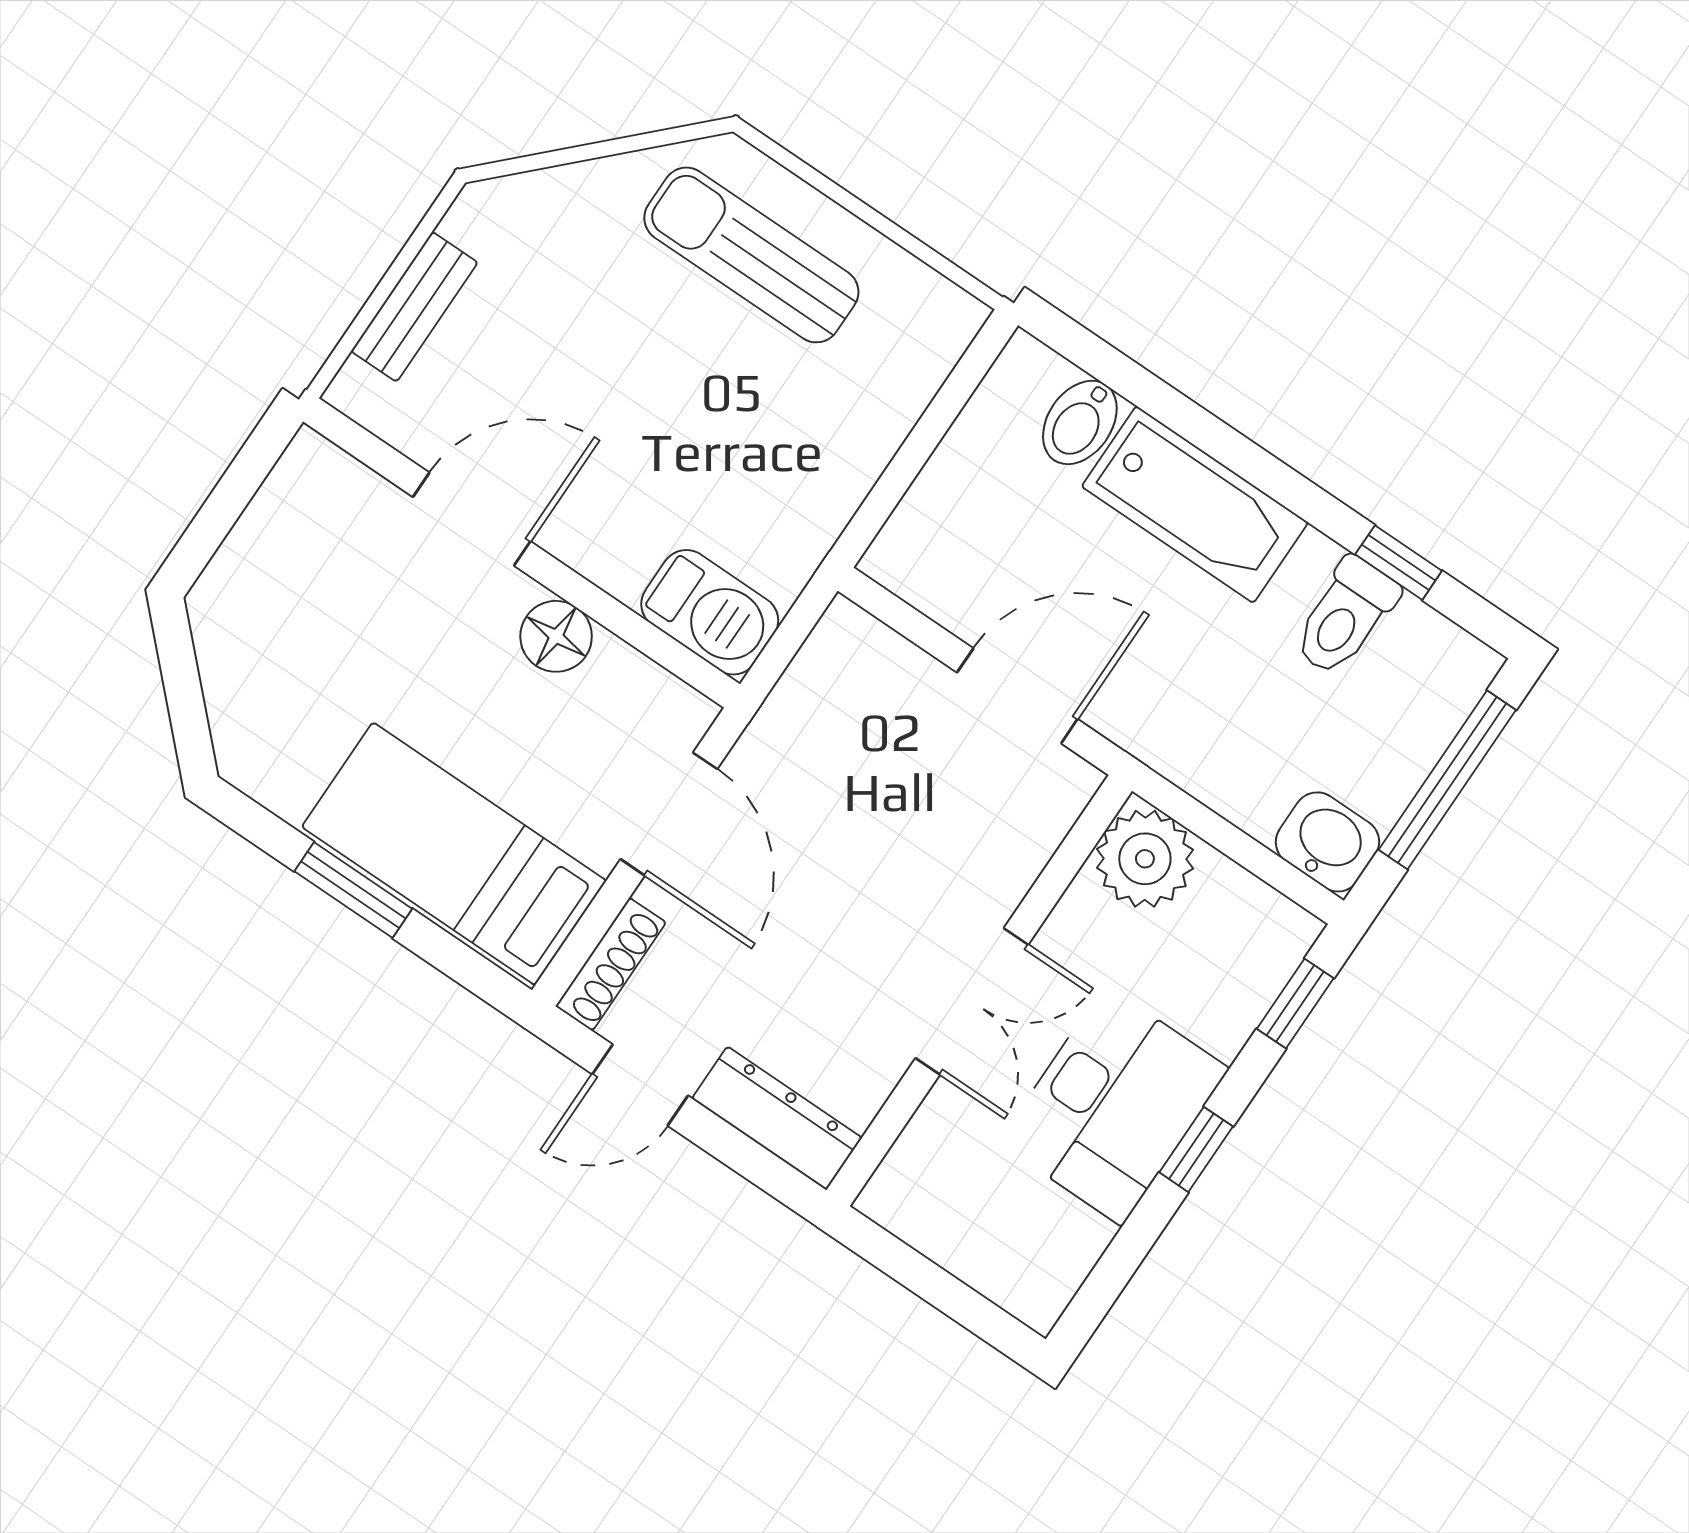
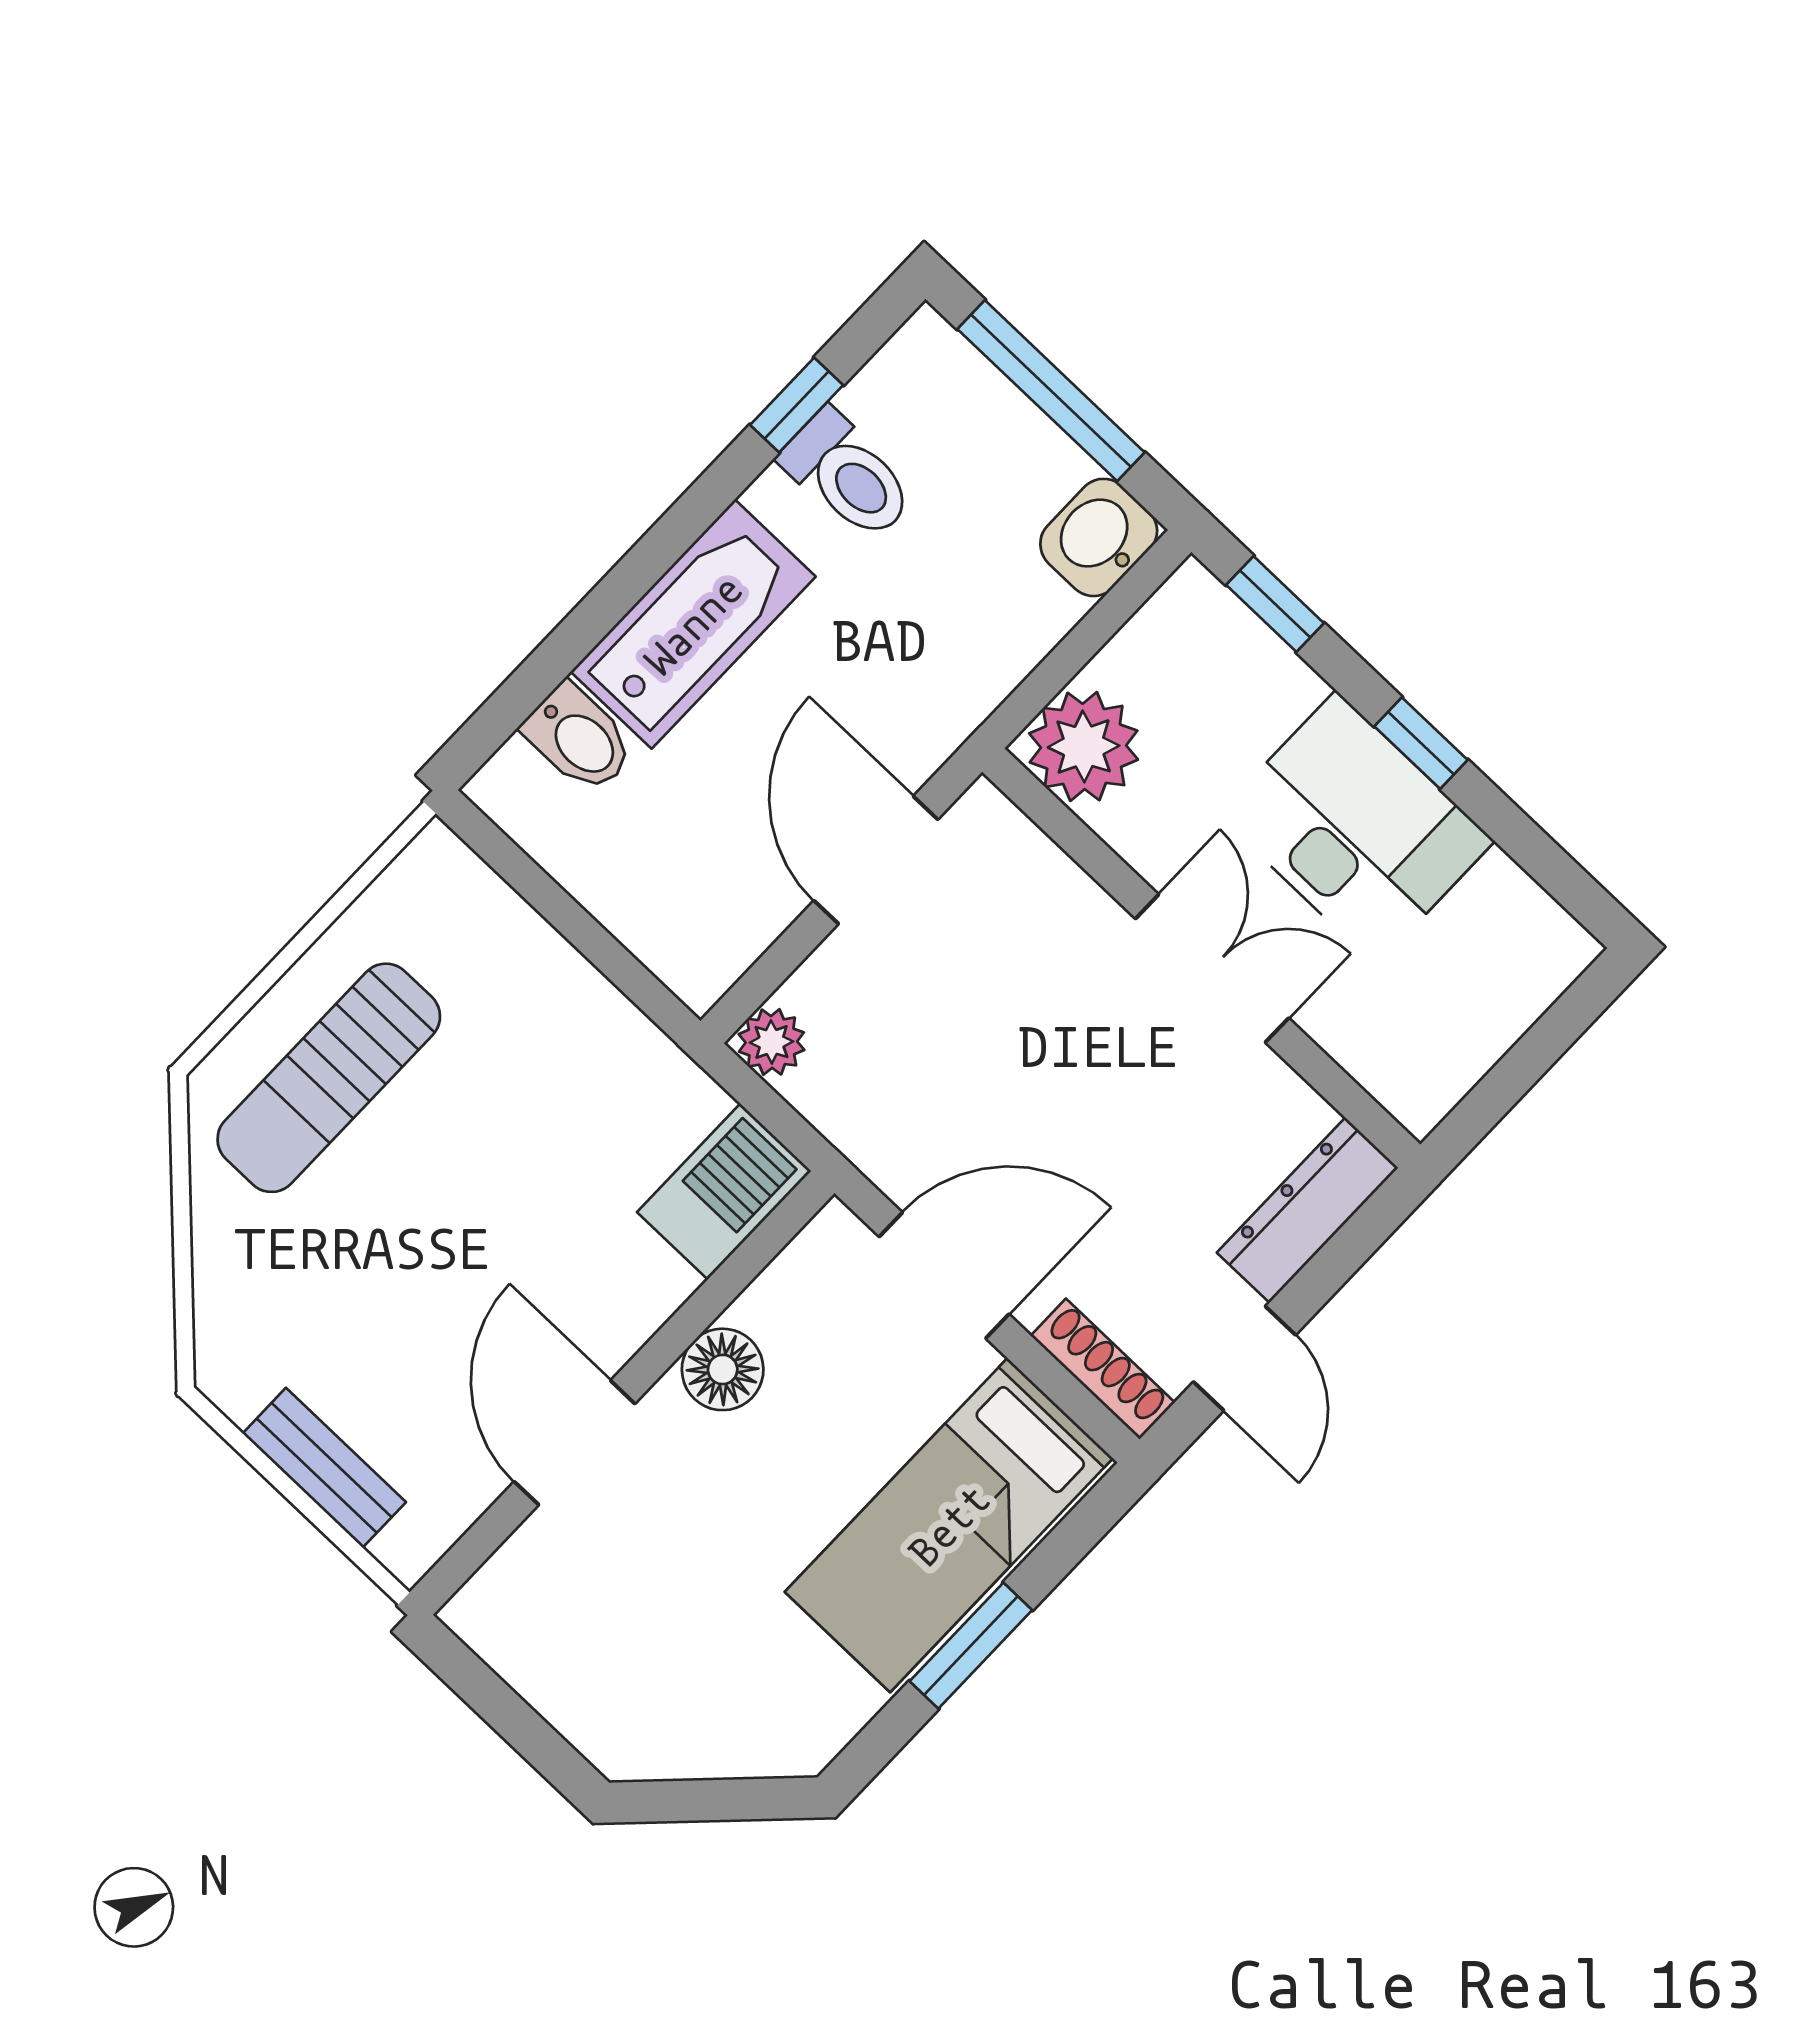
plant: (845, 632) -> (771, 1042), added

